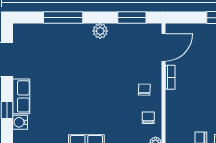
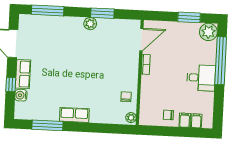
window: (63, 18) -> (48, 10), moved
window: (132, 18) -> (102, 13), moved
chair: (144, 90) -> (124, 73), removed

